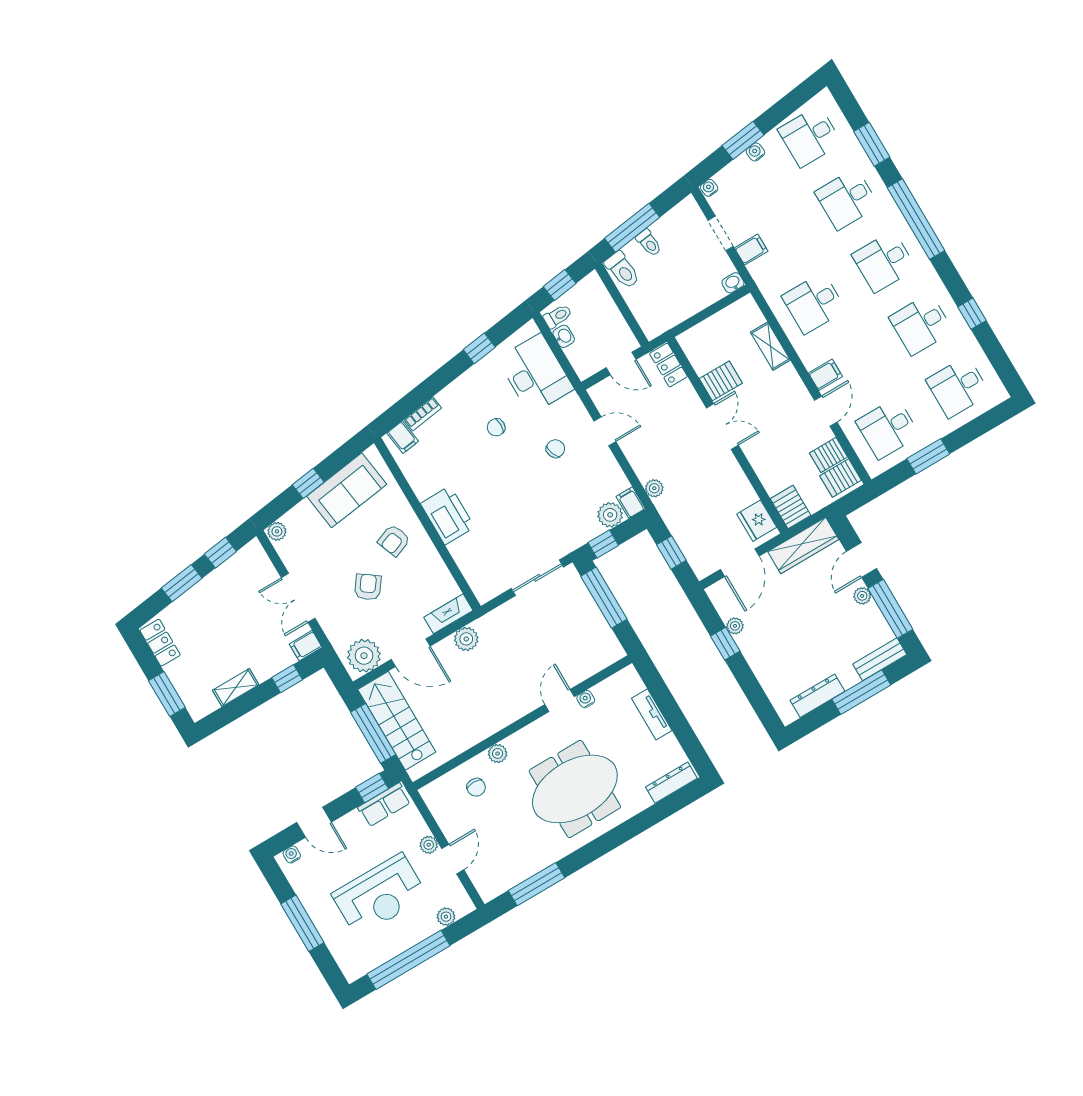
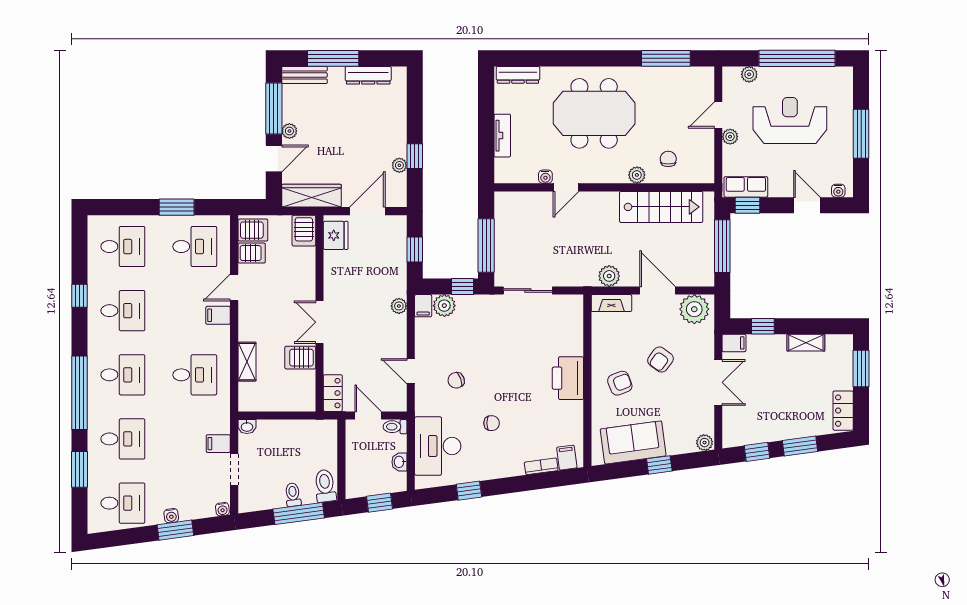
toilet: (558, 316) -> (395, 427), moved
stairs: (397, 721) -> (661, 207), moved, turned -90

